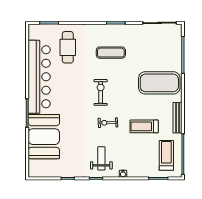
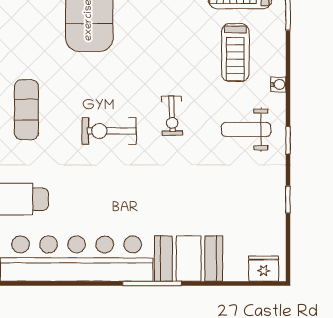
treadmill: (144, 126) -> (235, 53), moved
booth: (44, 137) -> (189, 259), width x0.73, depth x0.70
fridge: (34, 167) -> (264, 269), added

